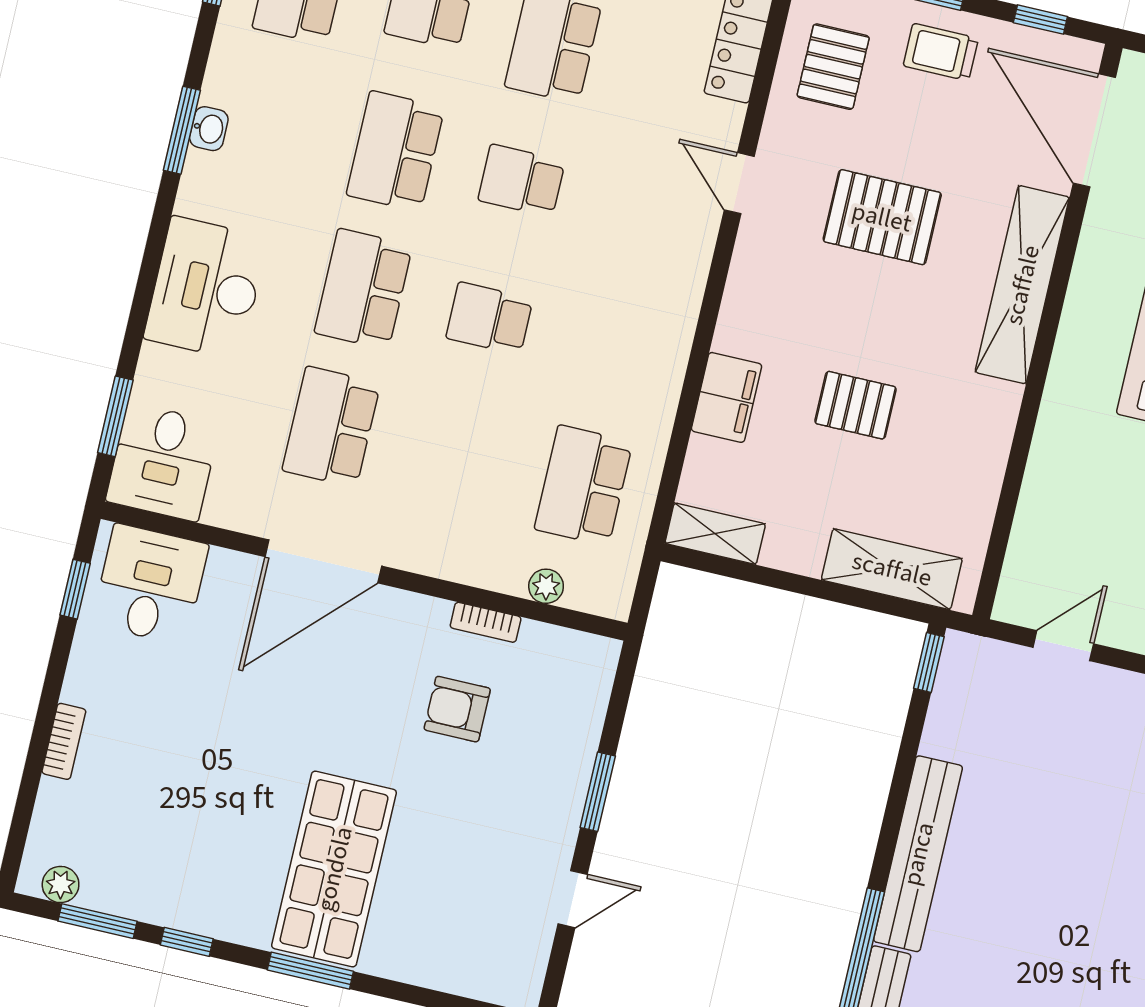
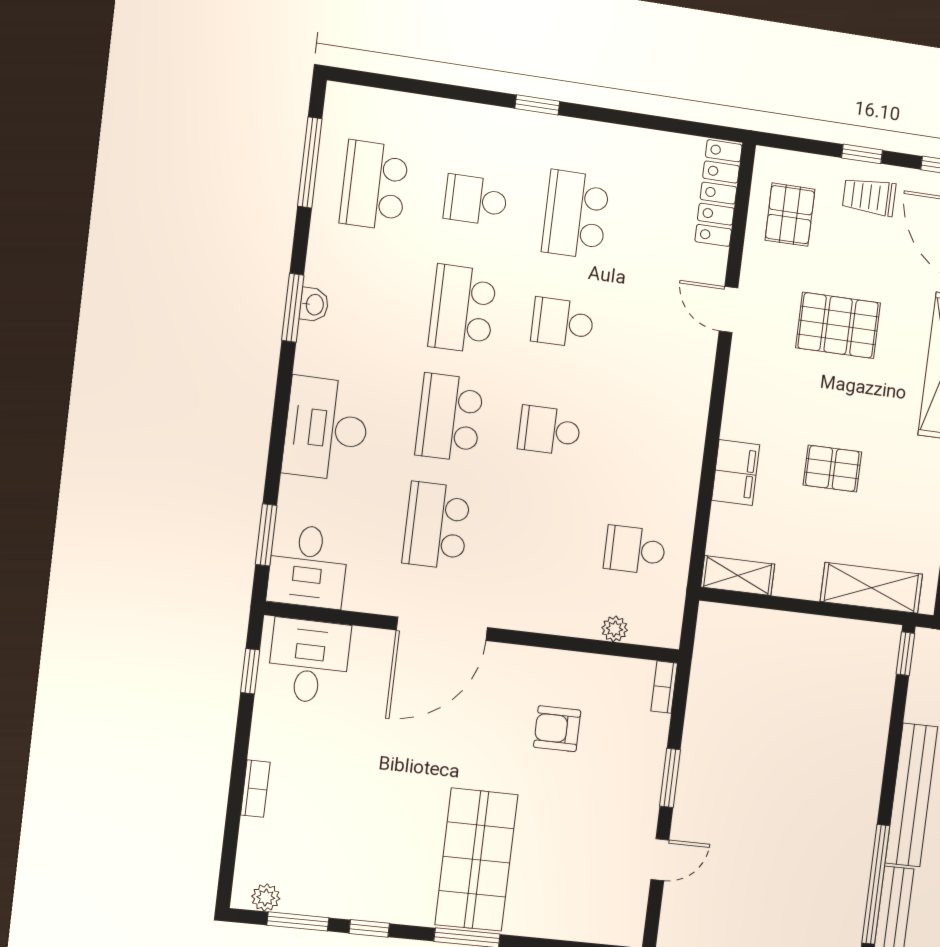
school desk: (583, 485) -> (635, 550), width x0.54
bookcase: (486, 622) -> (664, 687), moved, turned 90

